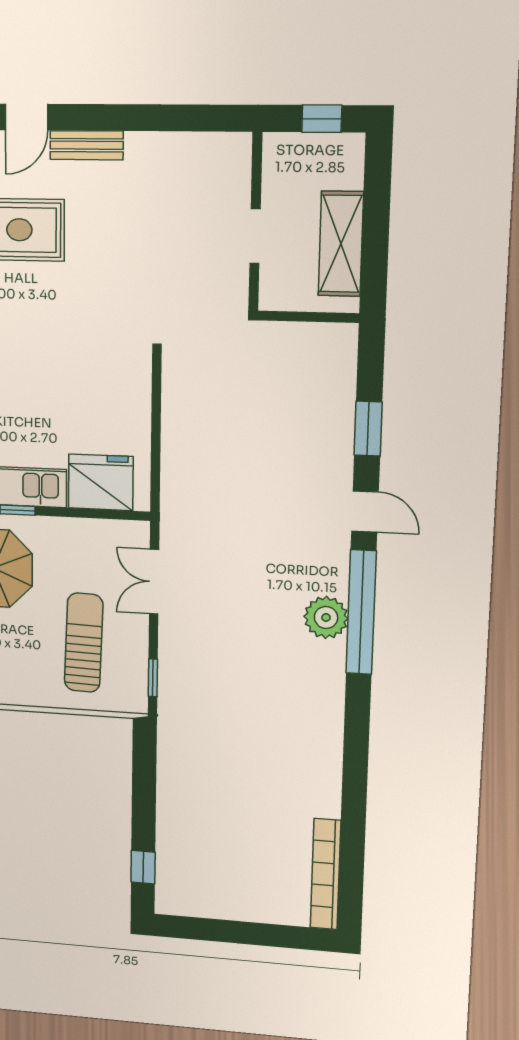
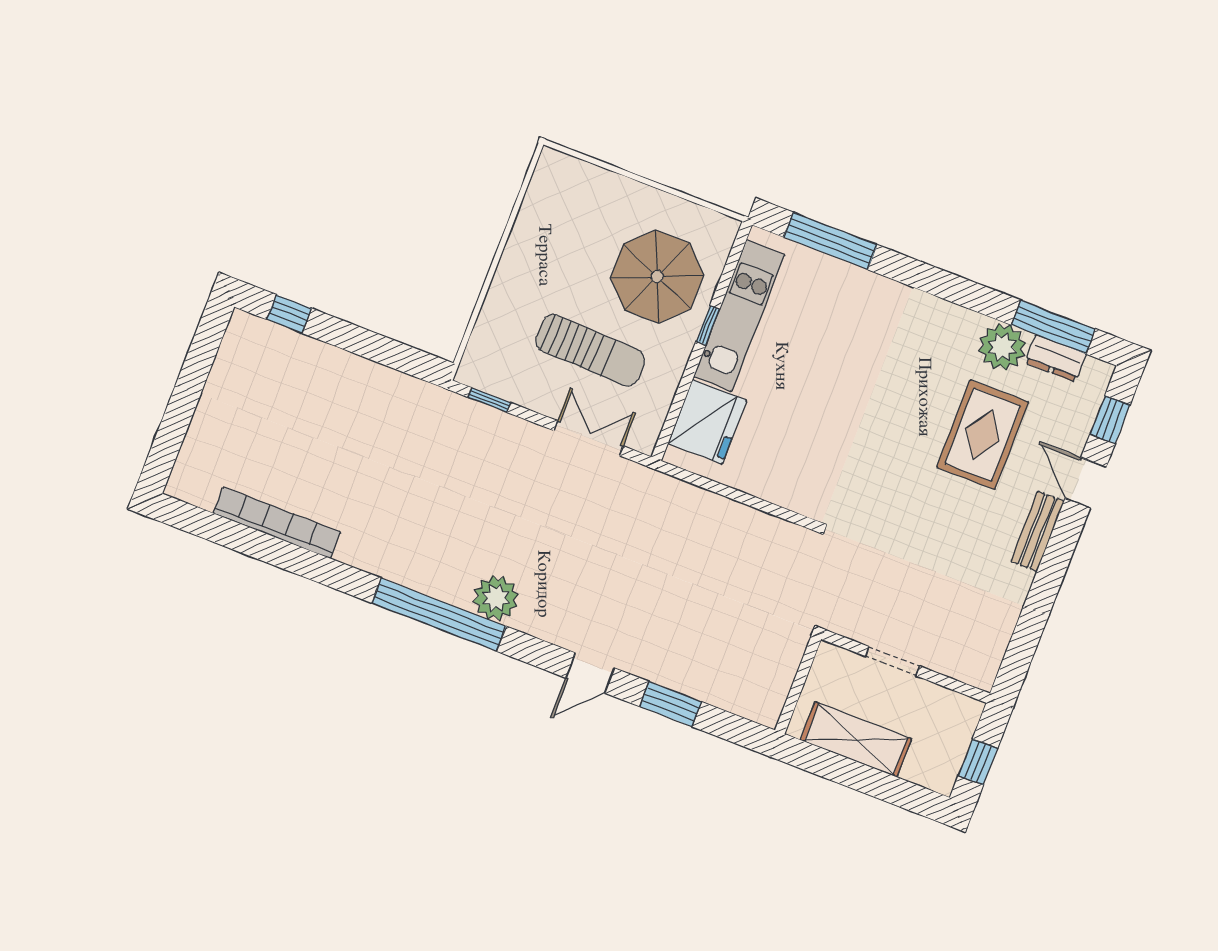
window: (361, 612) -> (439, 615), moved
sun lounger: (84, 643) -> (590, 350), moved
bookcase: (326, 874) -> (277, 523), moved

